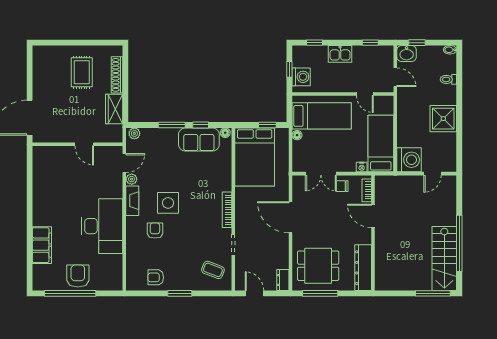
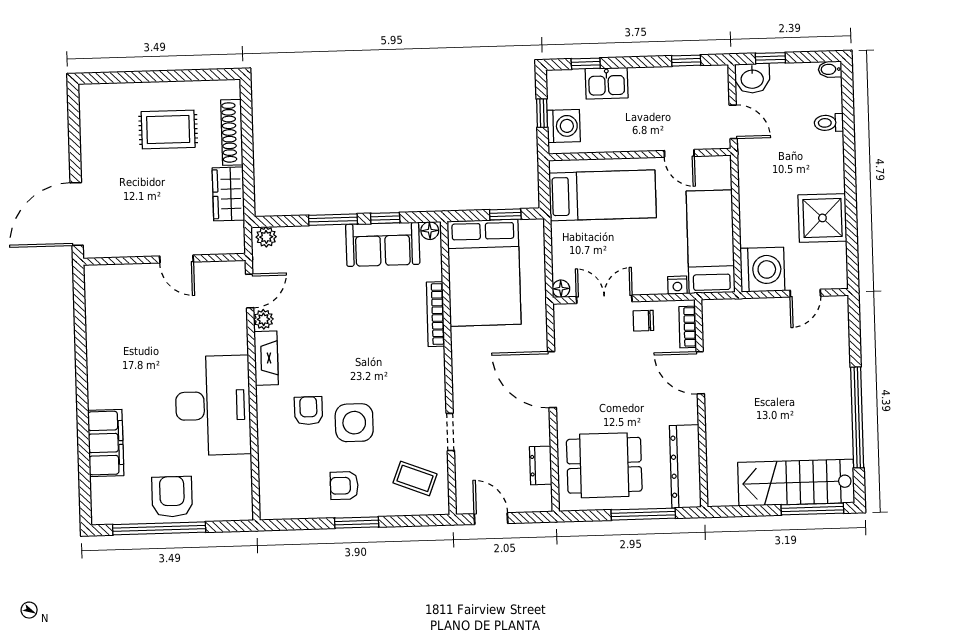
kitchen sink: (340, 54) -> (607, 83), moved
rug: (82, 72) -> (168, 129), turned 90
shower: (443, 119) -> (822, 218), moved
floor lamp: (297, 135) -> (561, 289), moved
double door: (321, 174) -> (604, 299), swing flipped
side table: (168, 203) -> (354, 423), moved
bookcase: (227, 210) -> (435, 314), moved
stairs: (444, 258) -> (796, 483), moved, turned 90
armchair: (156, 277) -> (344, 486), moved
dresser: (283, 280) -> (541, 465), moved
window: (320, 293) -> (643, 514), moved

